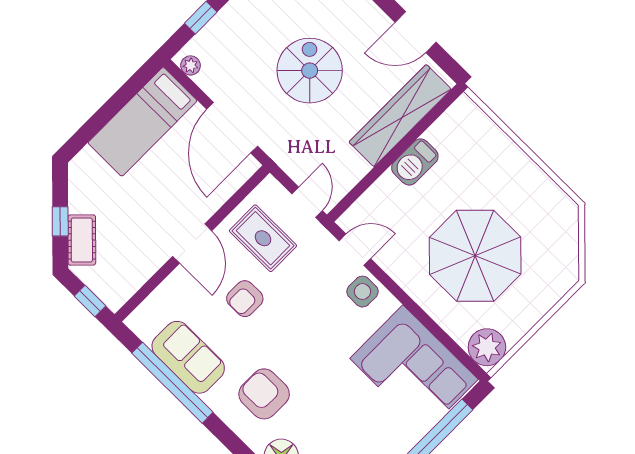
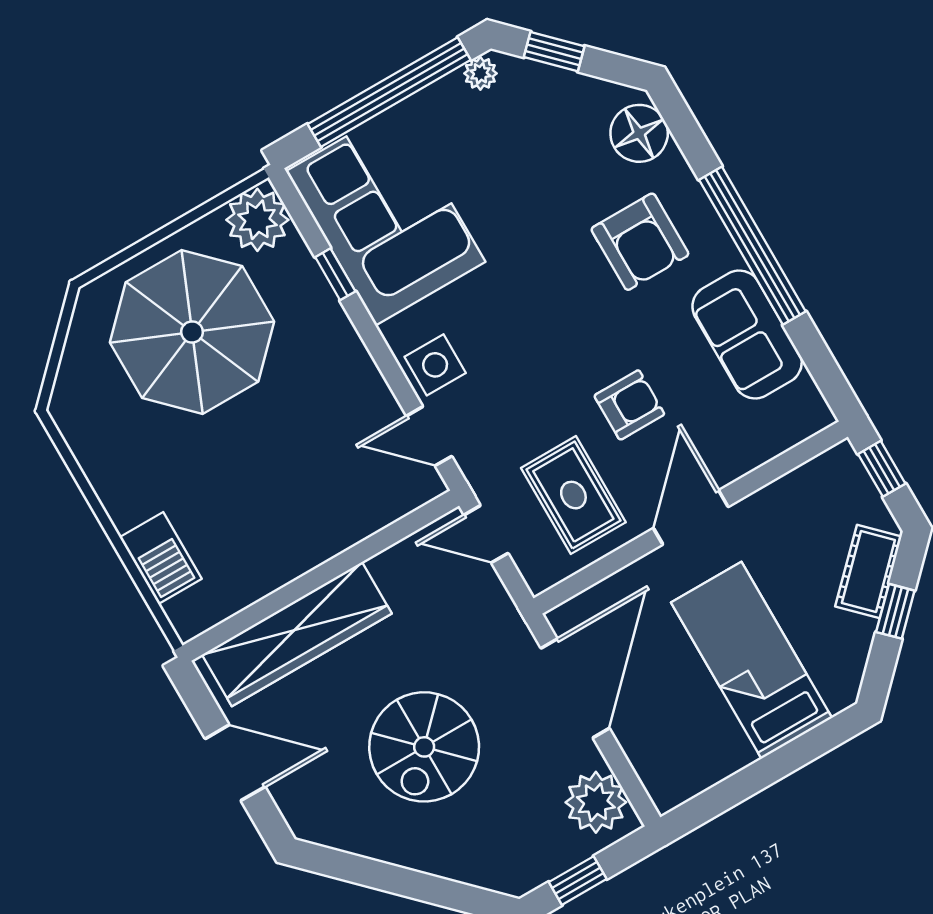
plant: (191, 65) -> (596, 802), width x1.88, depth x1.88
bed: (142, 122) -> (751, 660), moved, turned -90
barbecue: (415, 162) -> (161, 558), moved, turned 90
door: (307, 202) -> (486, 534), hinge flipped
parasol: (475, 256) -> (192, 332), moved
window: (434, 328) -> (335, 274), added
window: (172, 383) -> (752, 246), moved

